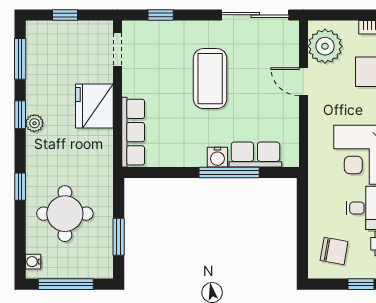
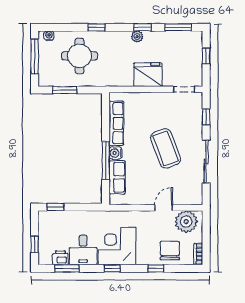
sliding door: (255, 15) -> (206, 161), moved
coffee table: (210, 79) -> (166, 148), turned 69
row of seats: (133, 132) -> (116, 123), moved, turned -90
chair: (334, 251) -> (56, 227), removed
window: (302, 252) -> (55, 207), added

